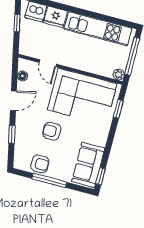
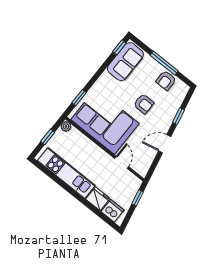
window: (17, 23) -> (138, 198), moved
window: (132, 56) -> (48, 137), width x0.46
floor lamp: (22, 76) -> (148, 161), removed
armchair: (40, 164) -> (166, 81), turned -90

